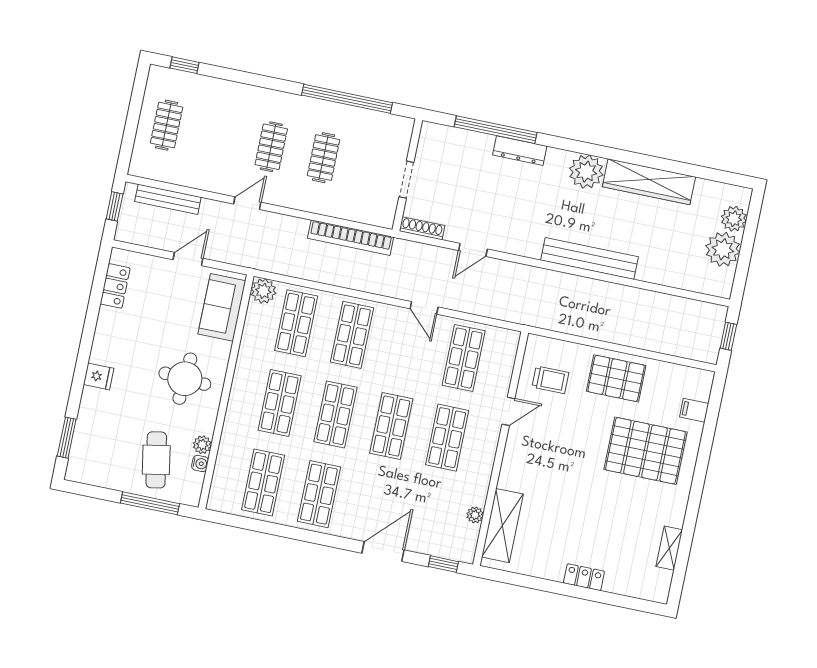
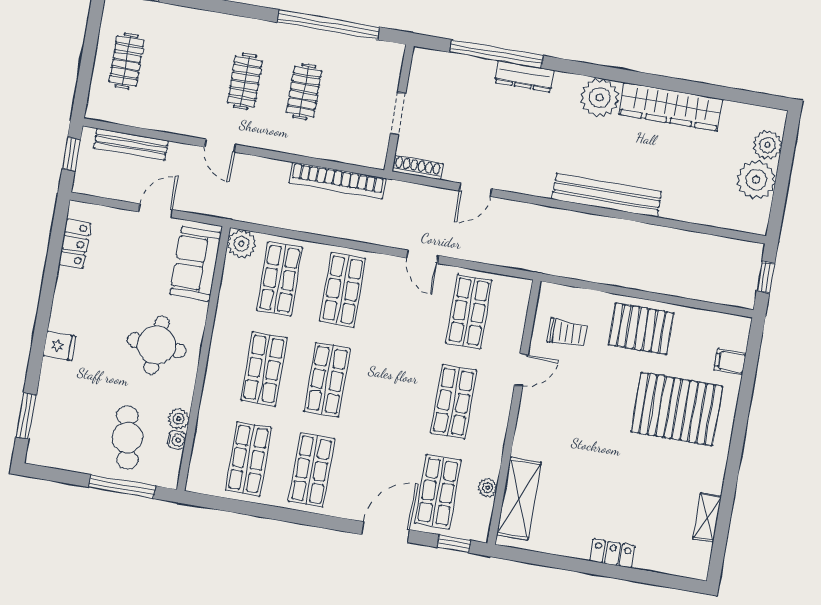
door: (247, 203) -> (220, 146), swing flipped
shop shelf: (391, 426) -> (438, 492), moved

